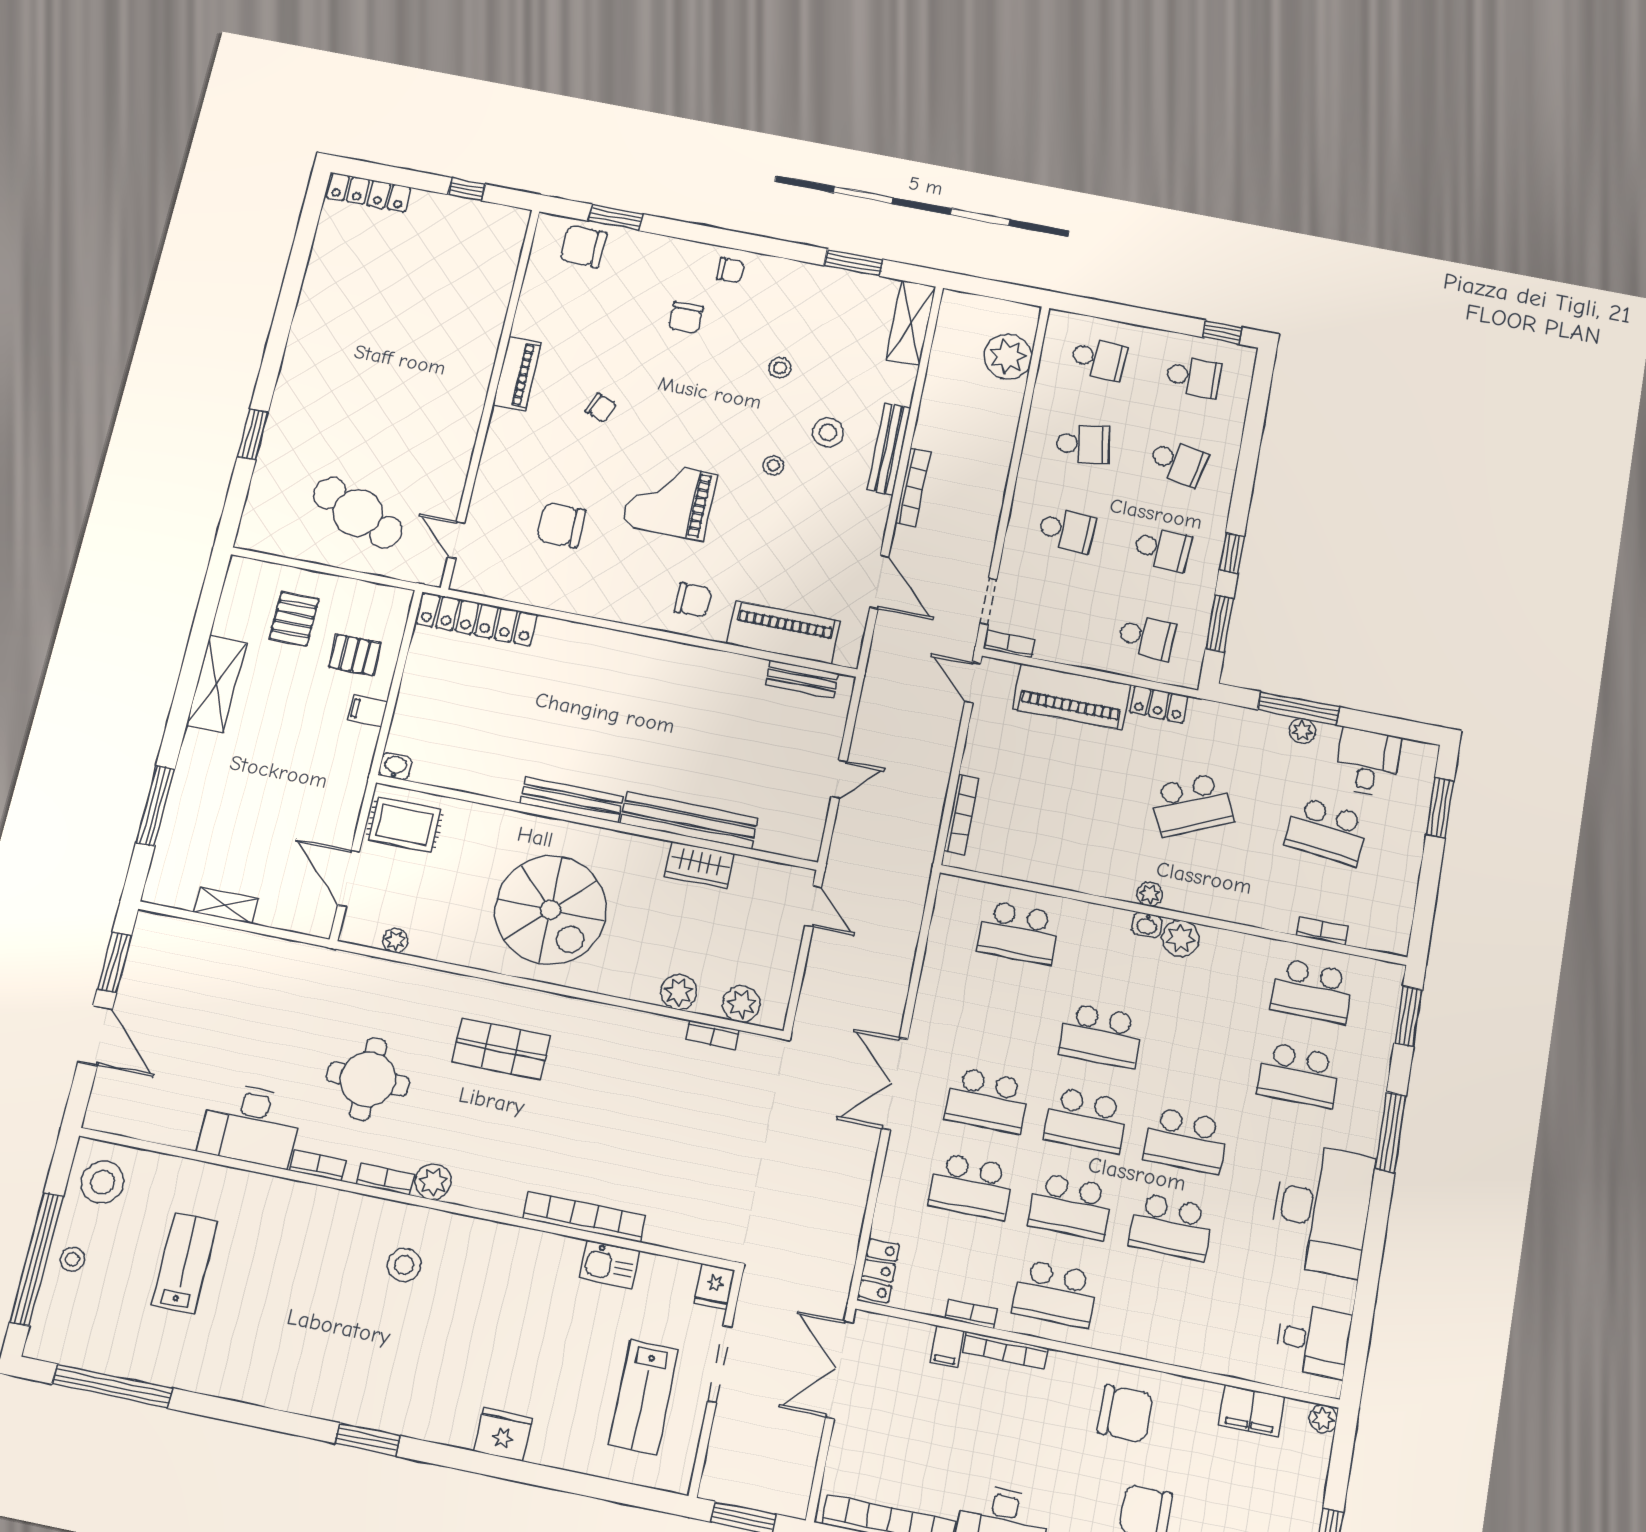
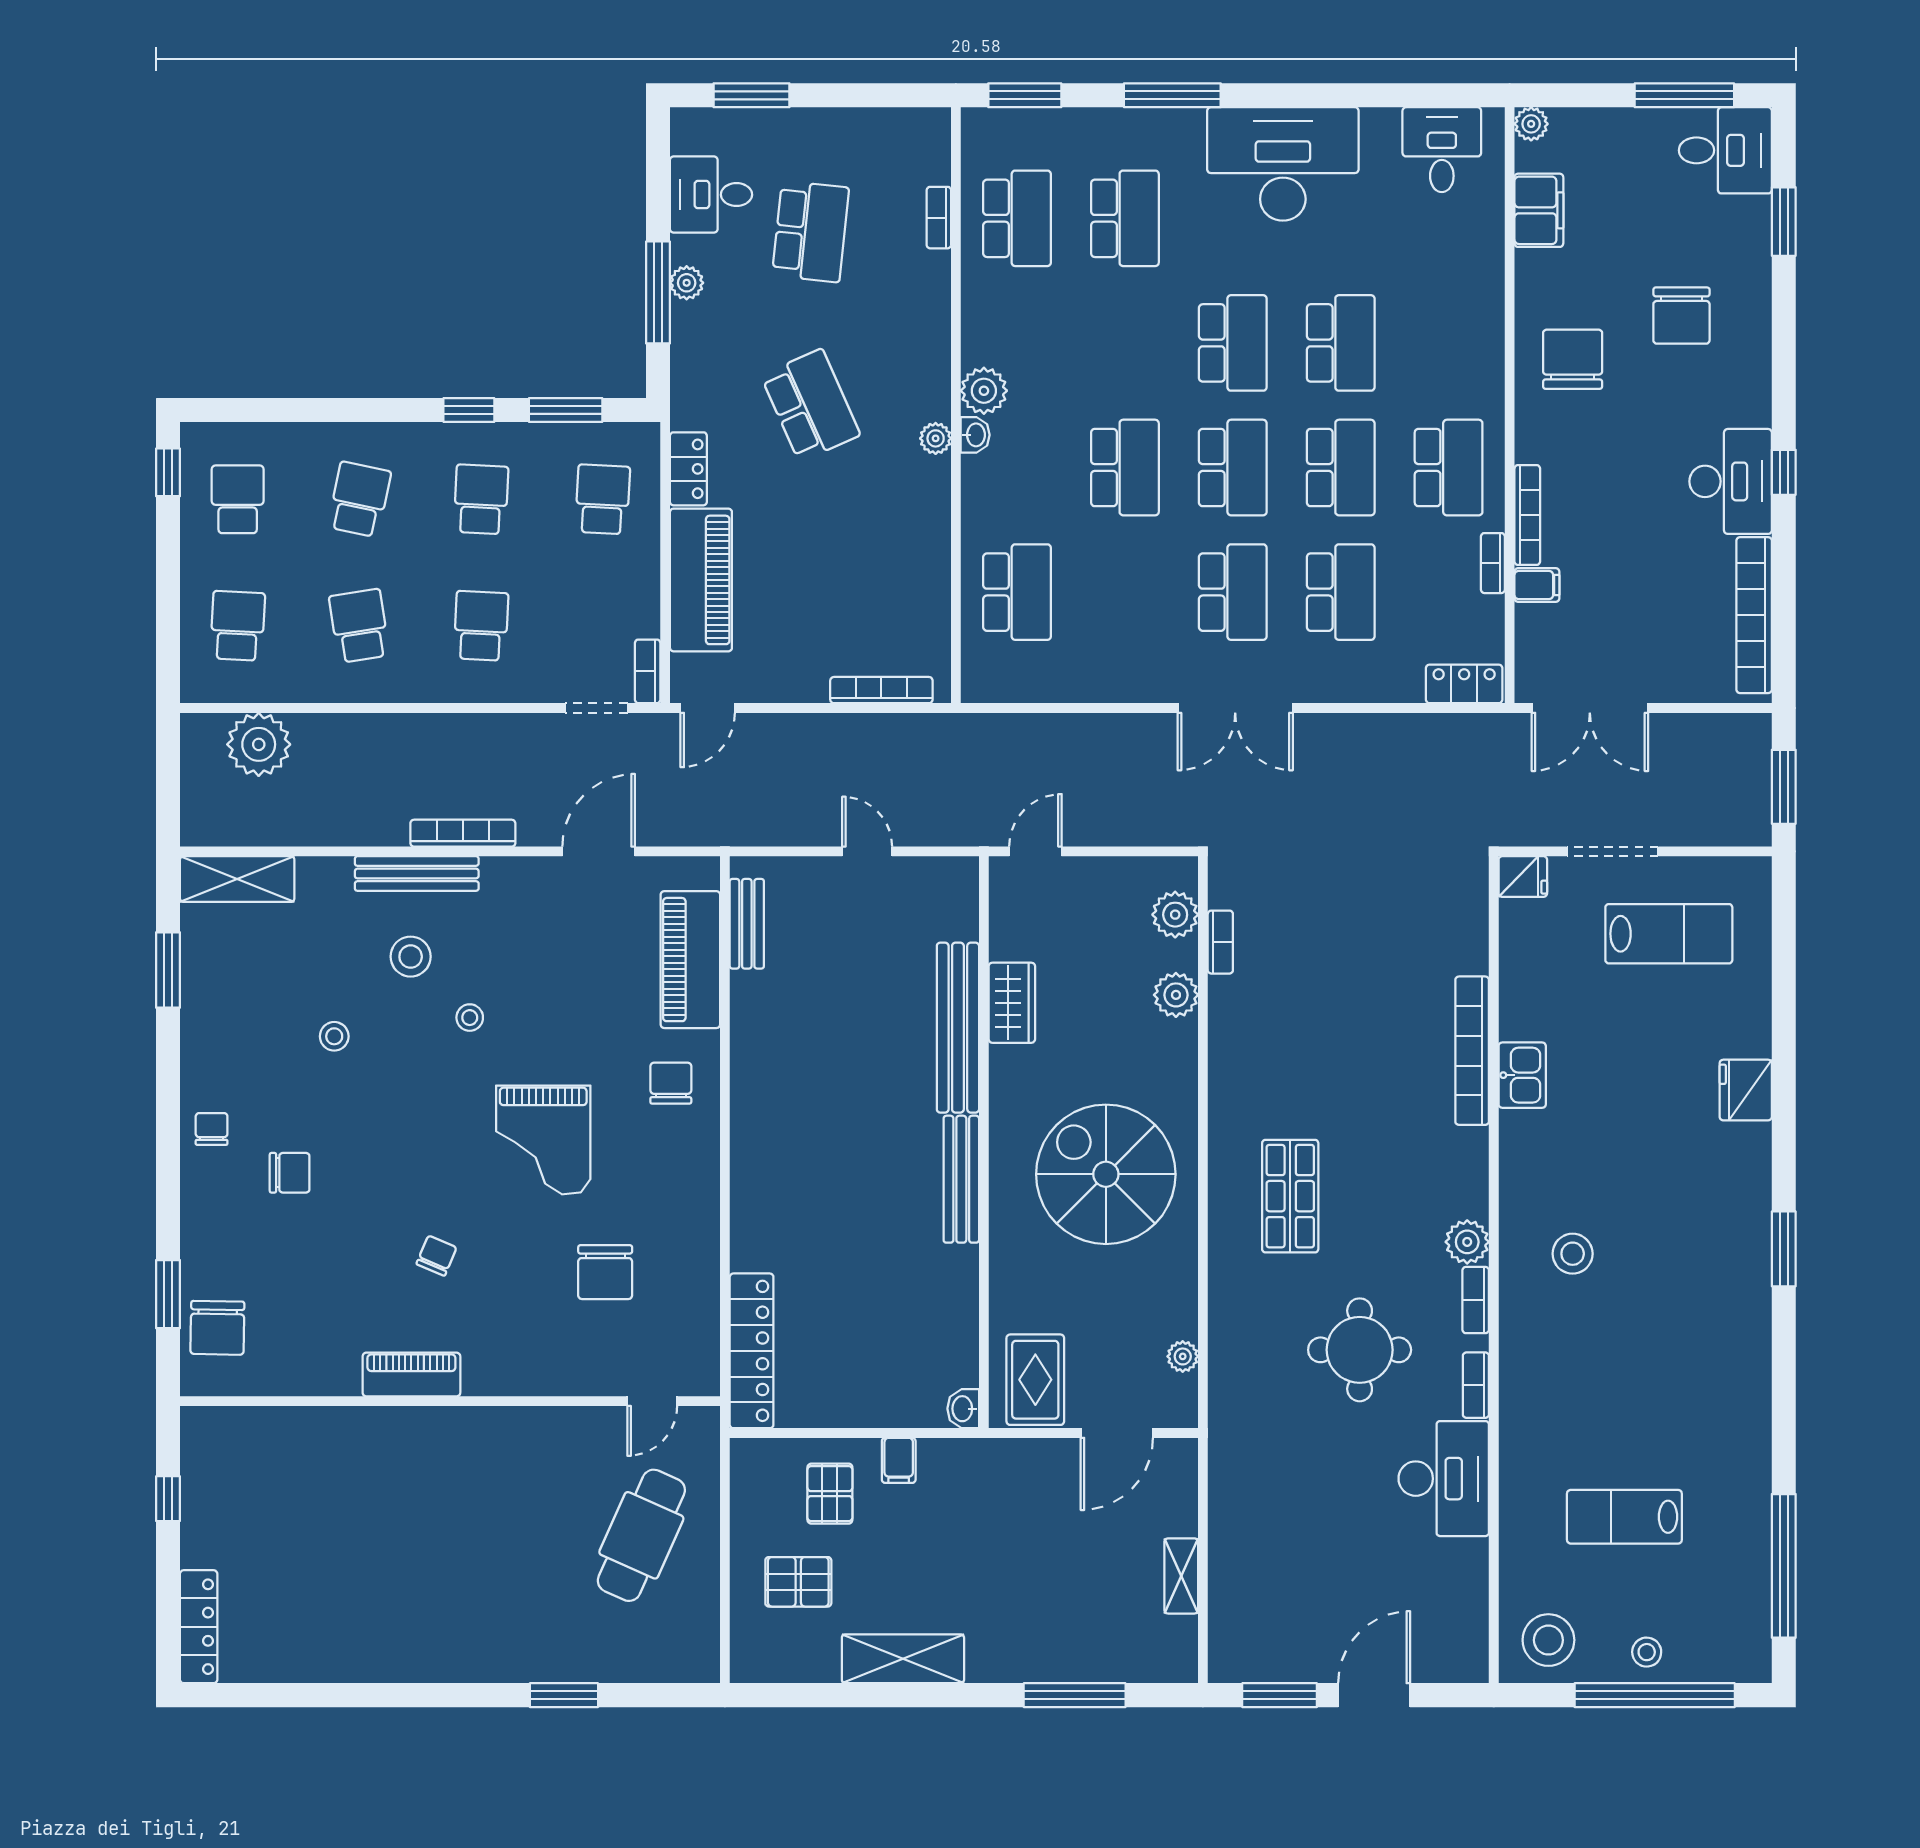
spiral stairs: (551, 910) -> (1106, 1174), turned -90
kitchen sink: (610, 1264) -> (1522, 1075), moved

